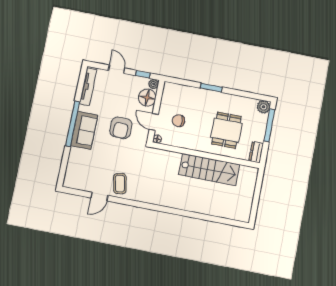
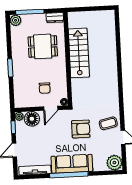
armchair: (121, 128) -> (81, 129), moved
sofa: (84, 130) -> (72, 164), width x1.36
plant: (73, 179) -> (114, 163), added

